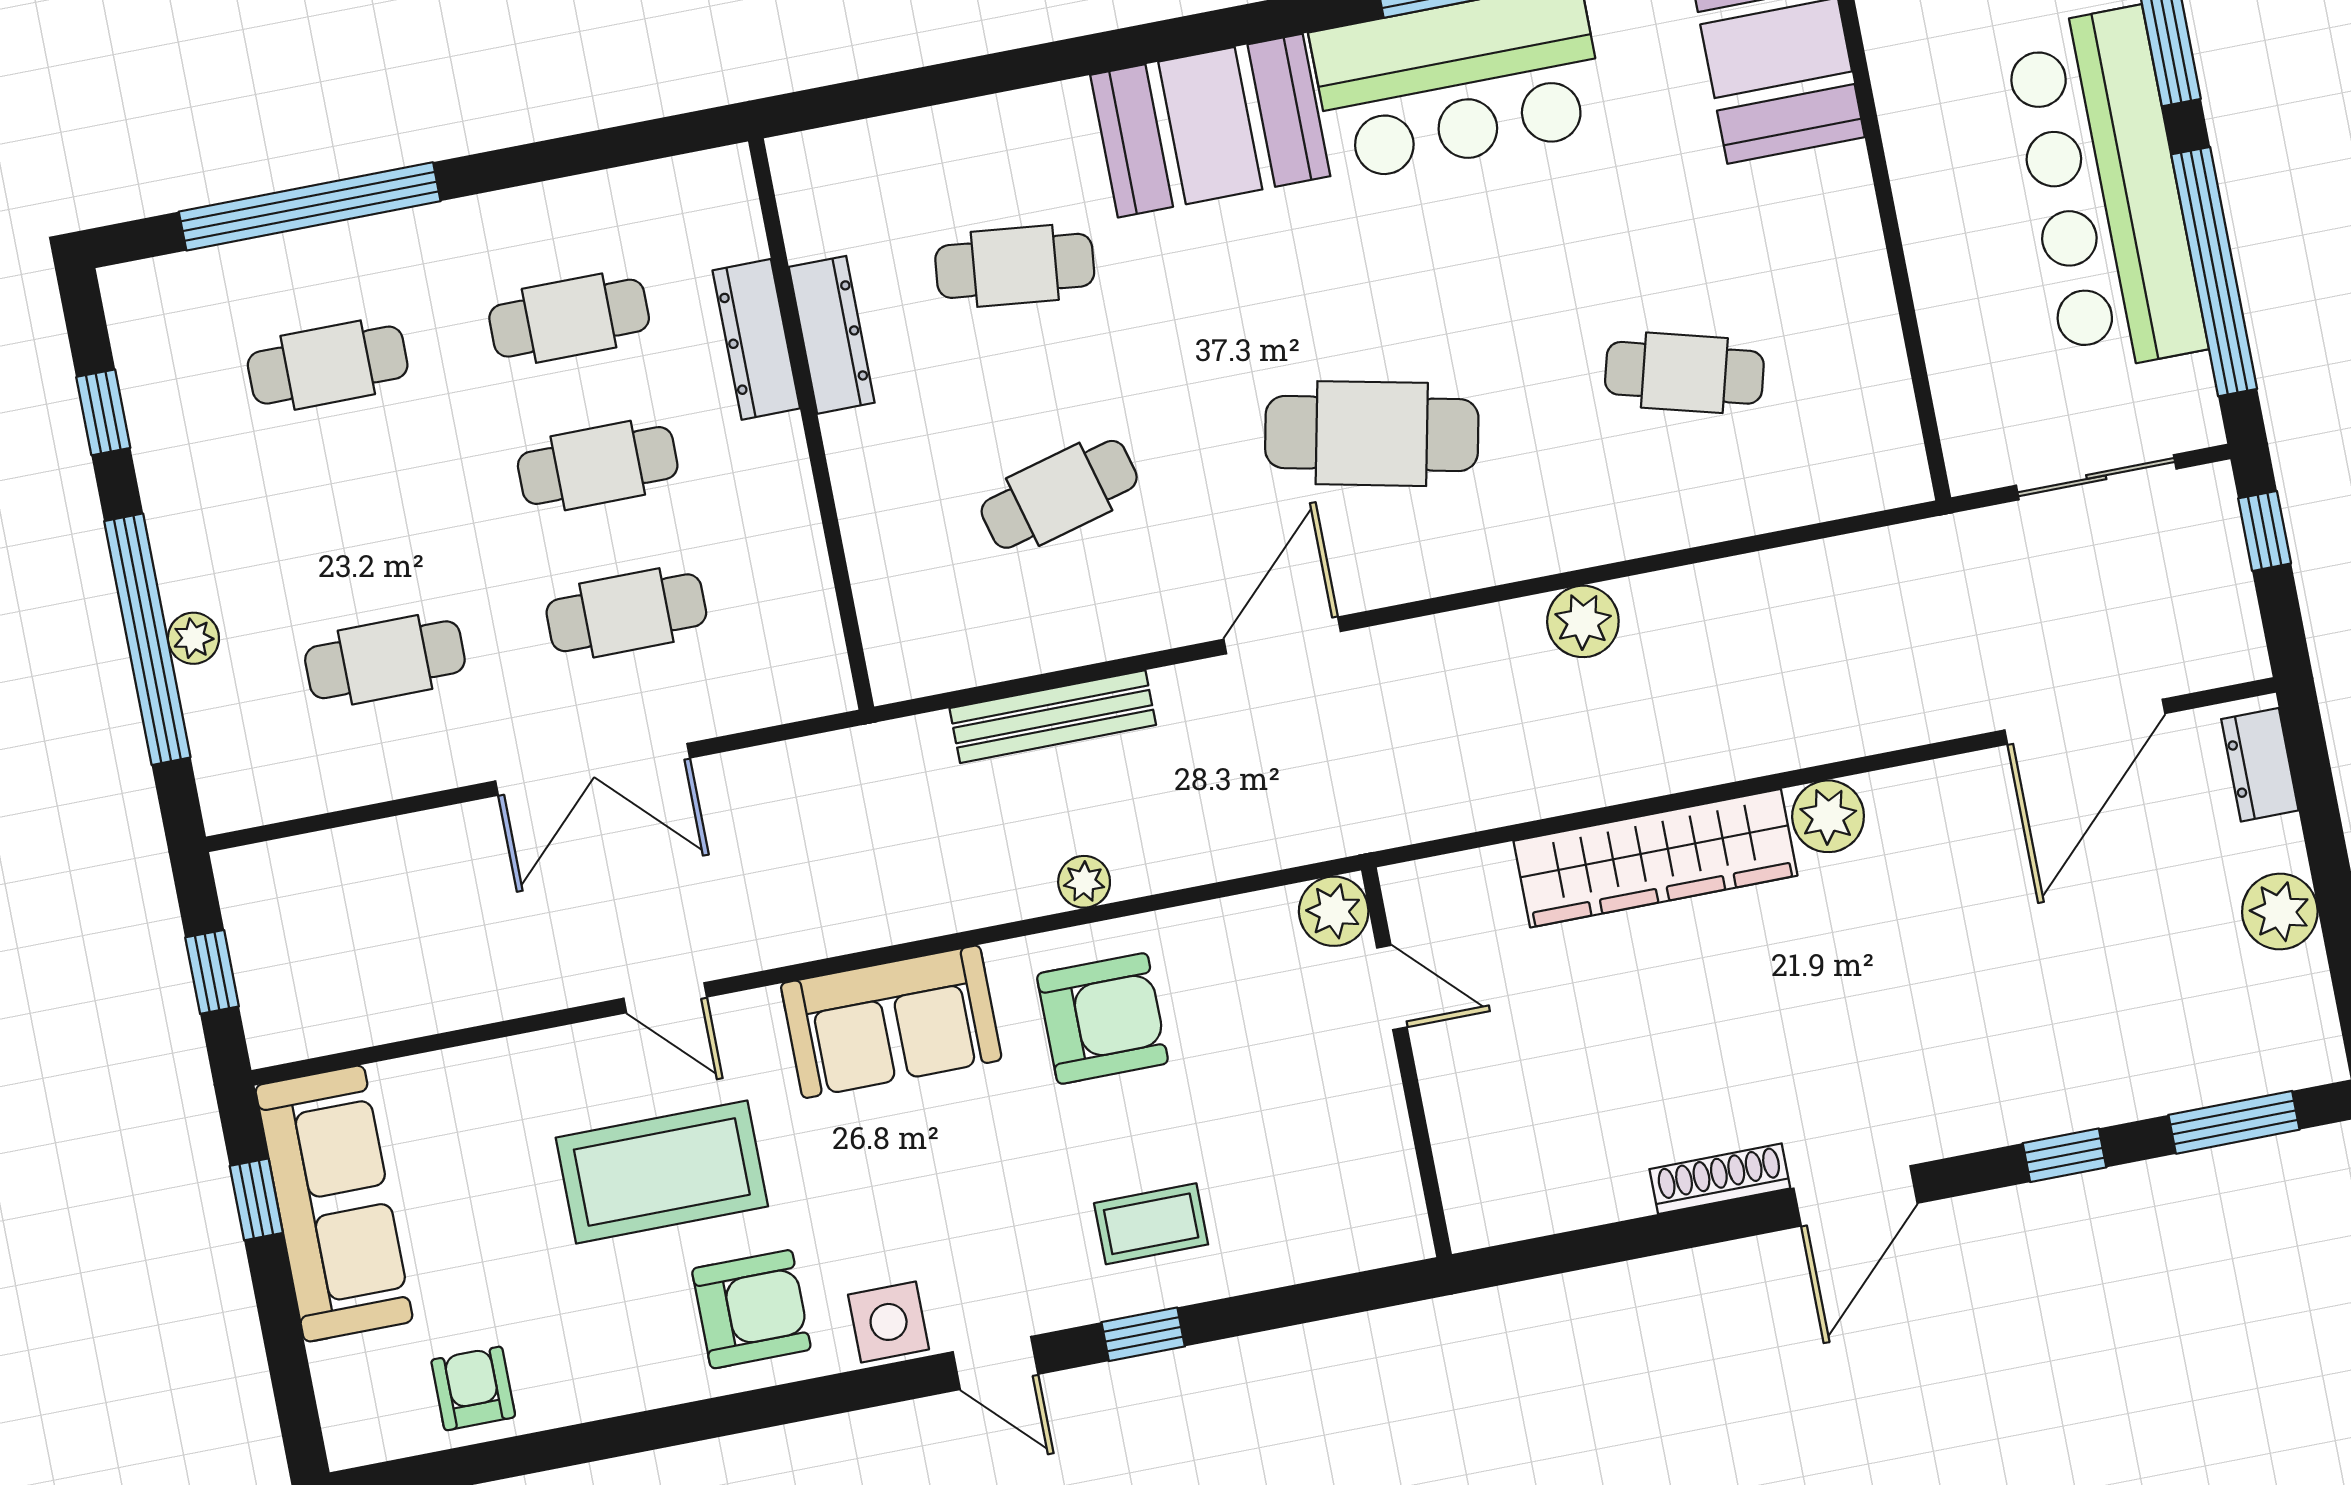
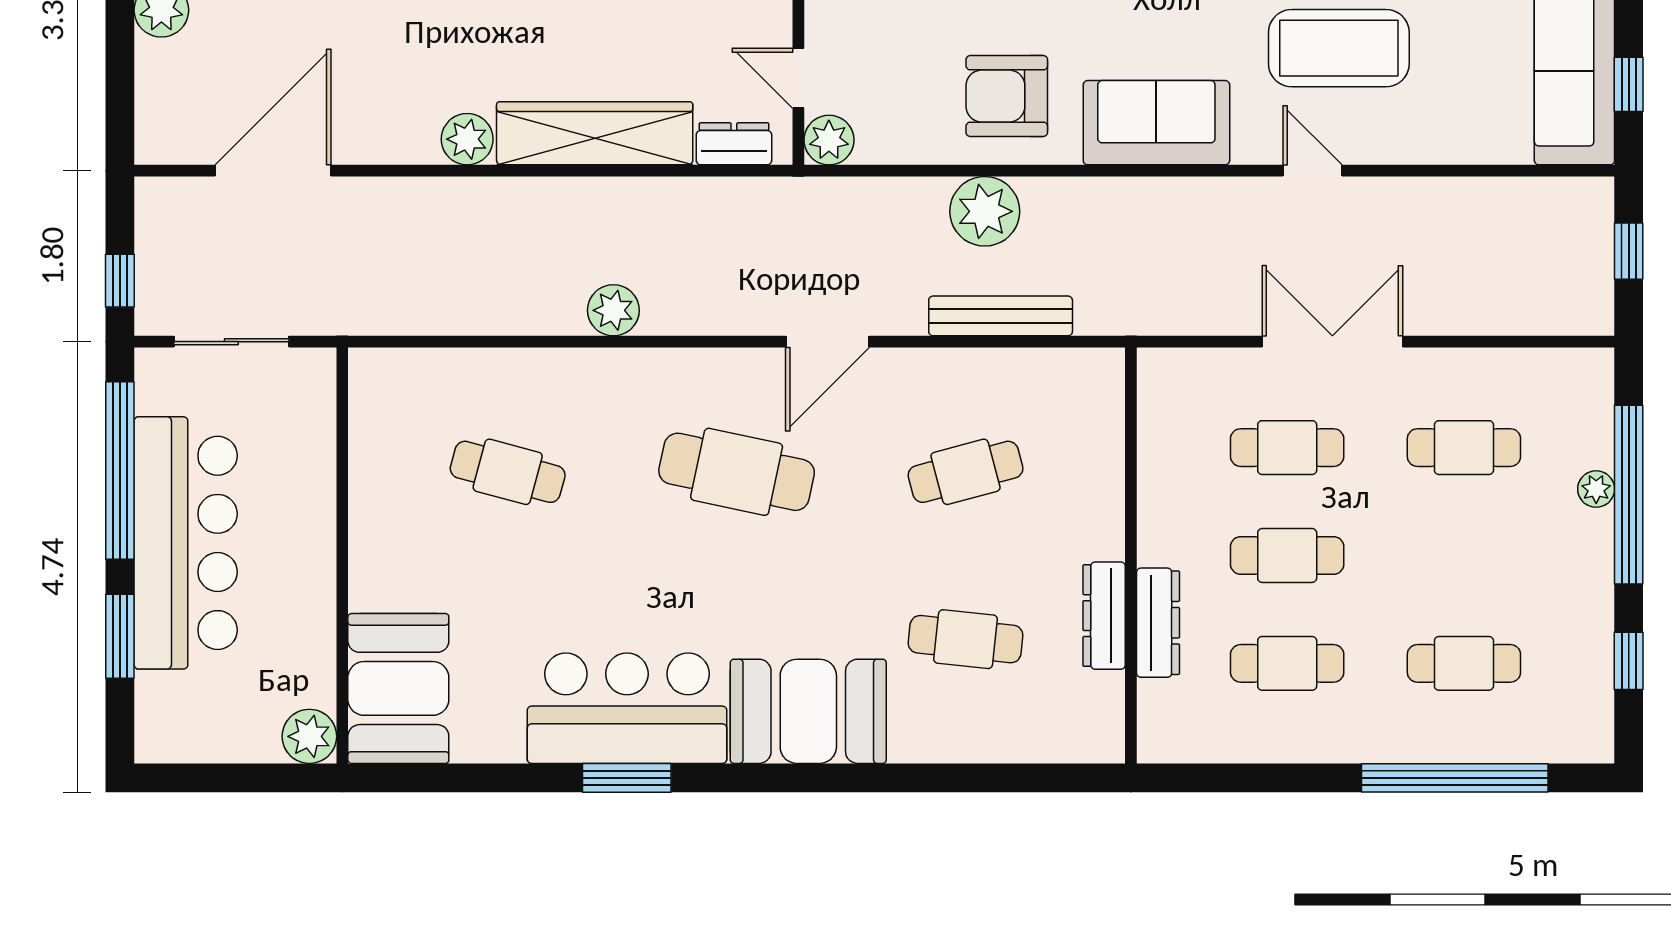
dresser: (2260, 765) -> (734, 144), moved, turned -90
plant: (1084, 882) -> (985, 211), width x1.87, depth x1.87

